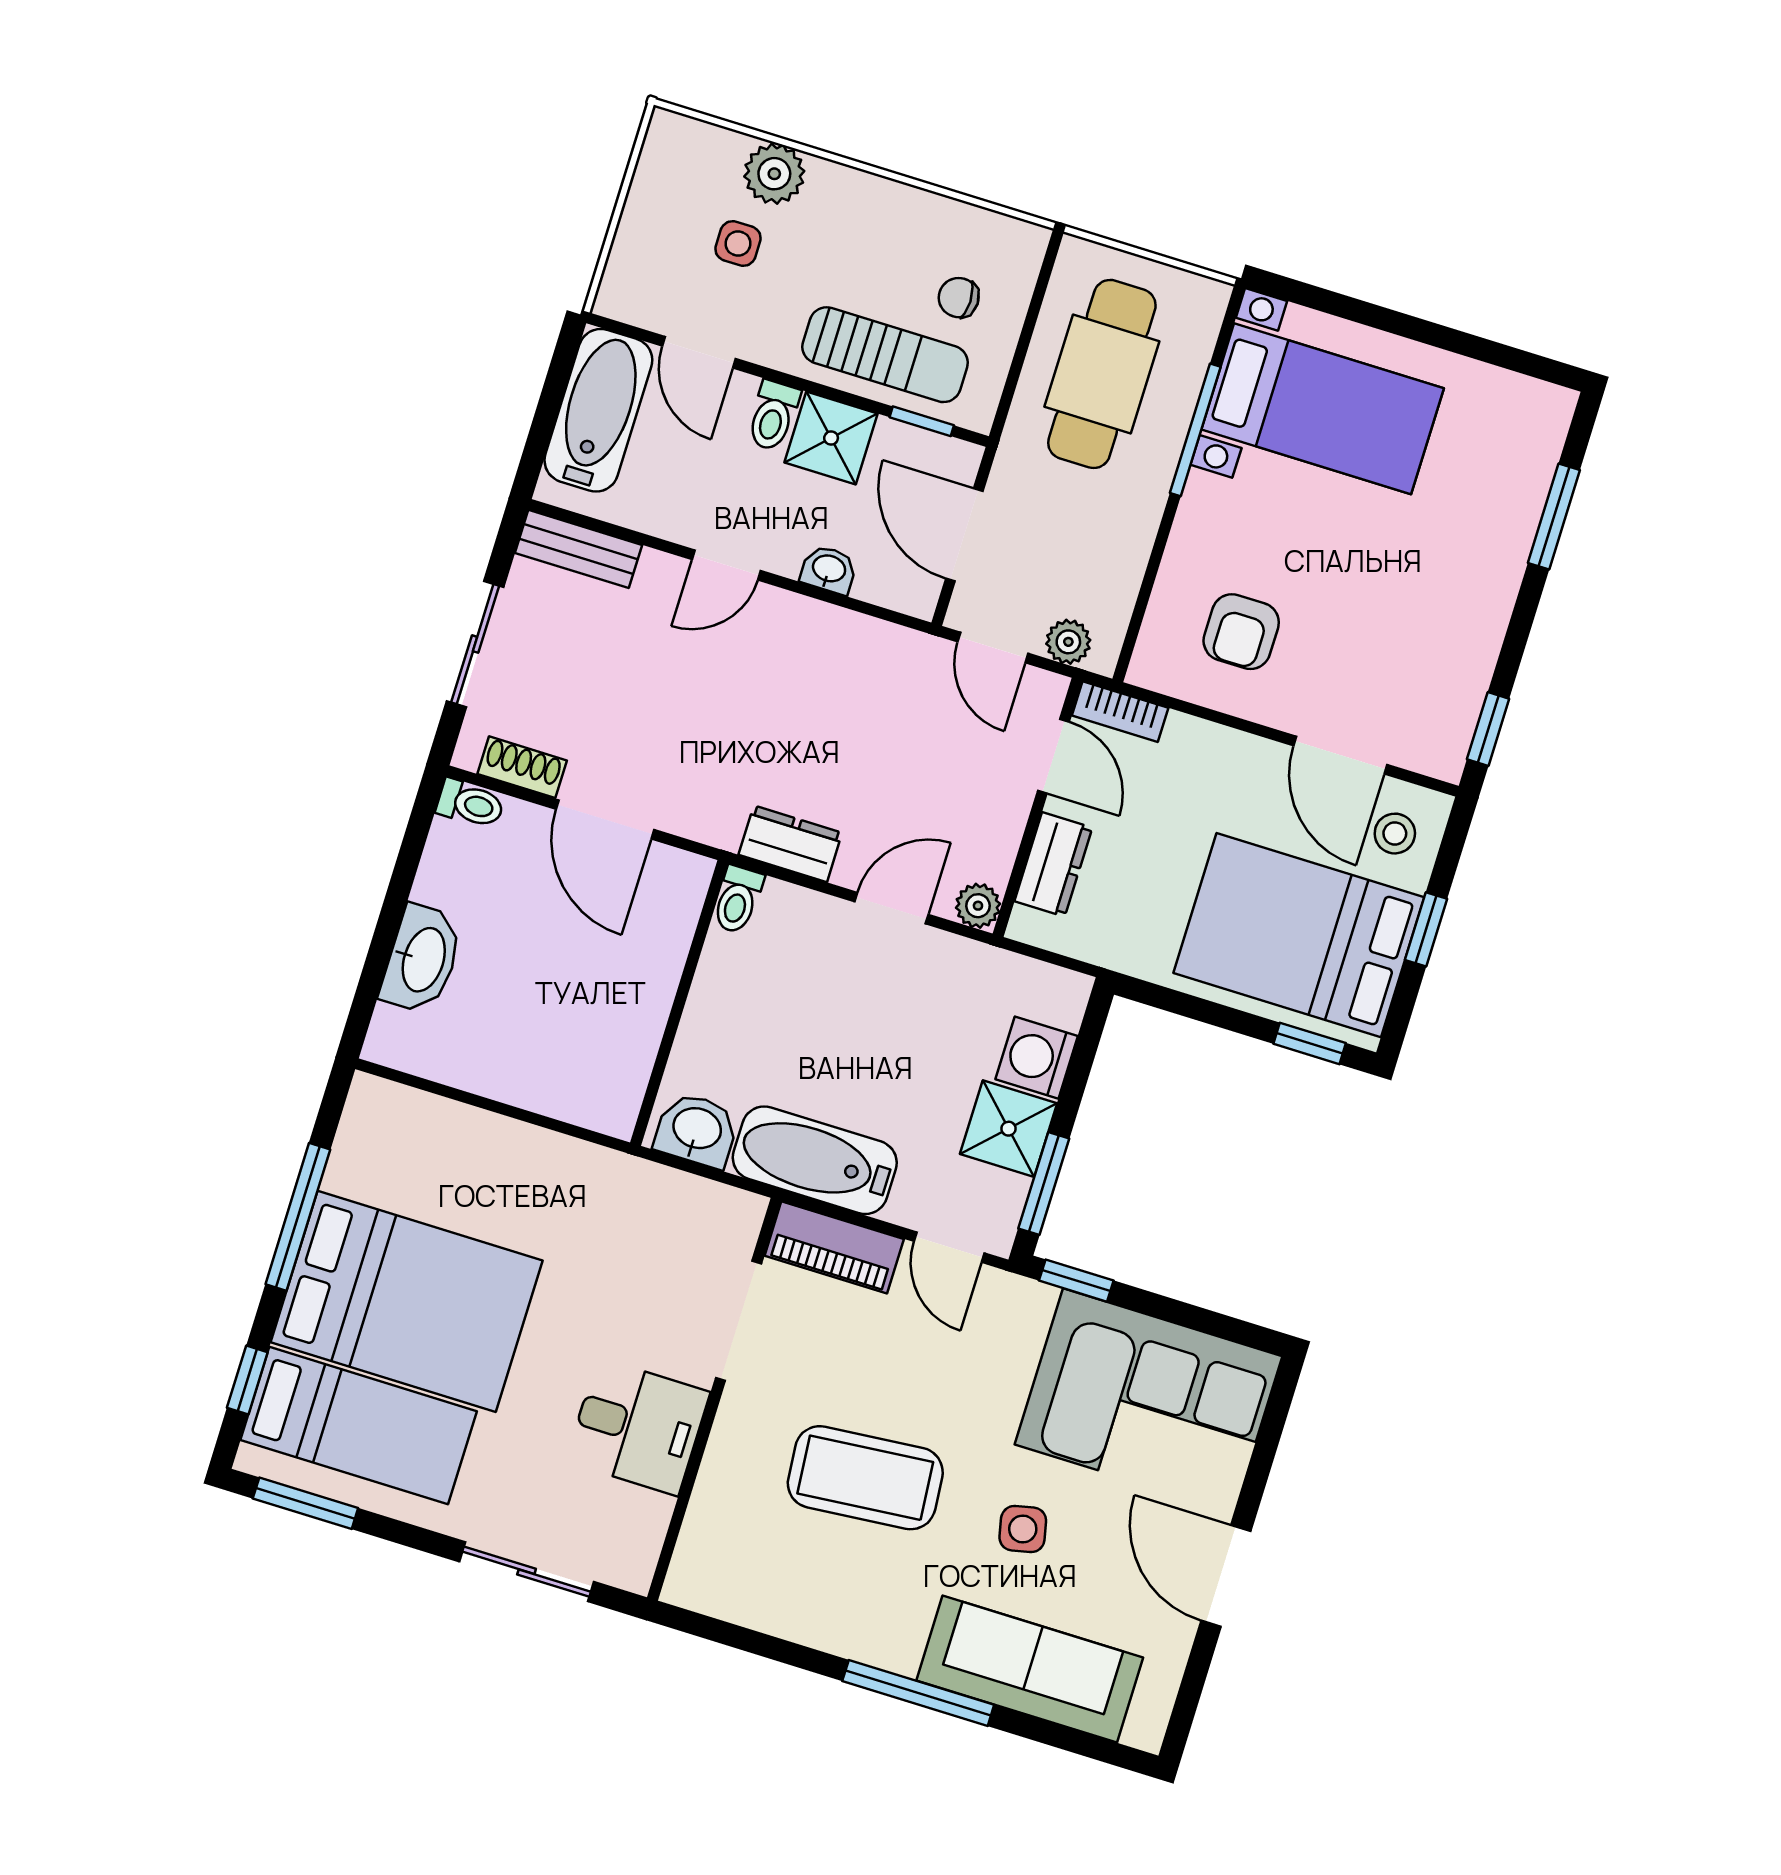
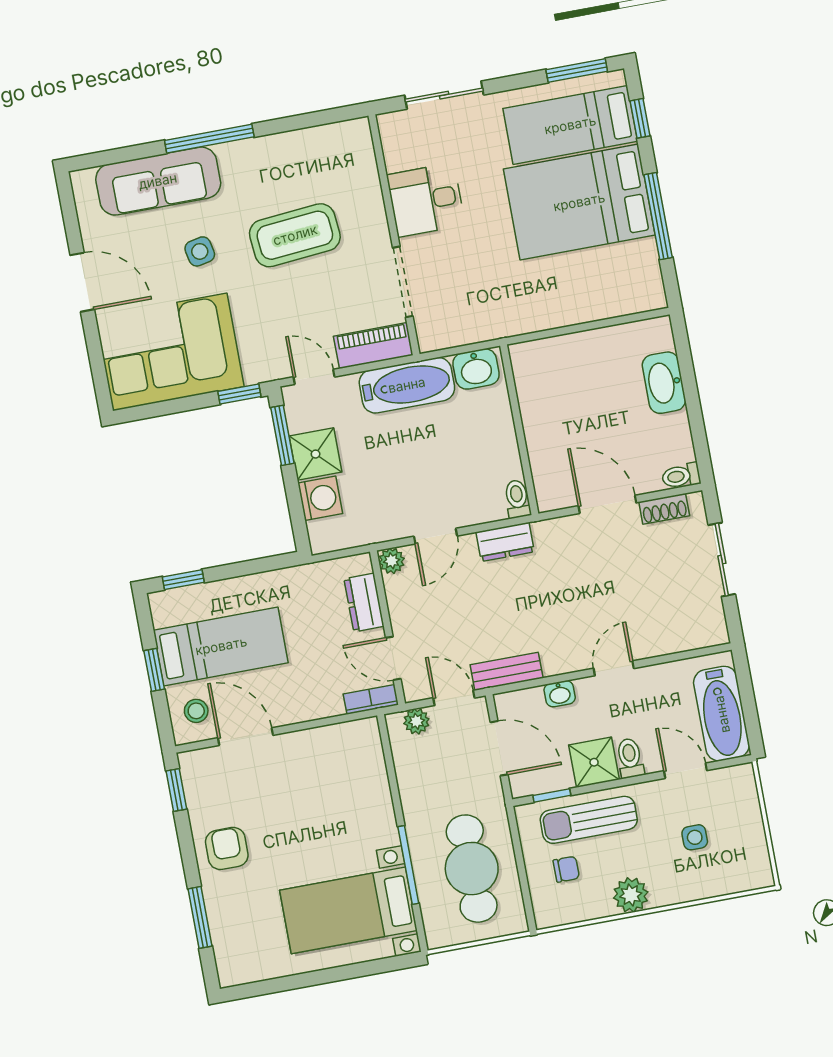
plant: (774, 174) -> (631, 895), moved
bench: (579, 549) -> (507, 671), moved
armchair: (1241, 632) -> (227, 848), moved
bed: (1299, 935) -> (221, 646), width x0.67

